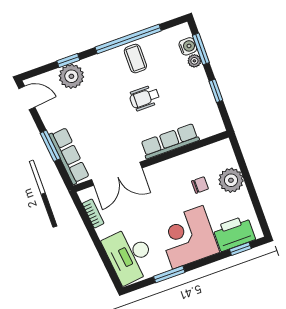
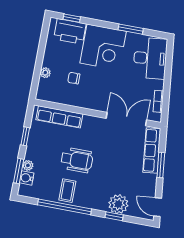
wheelchair: (145, 98) -> (77, 160), width x1.36, depth x1.37
row of seats: (170, 141) -> (59, 117), moved
plant: (231, 180) -> (45, 73), width x0.53, depth x0.53

